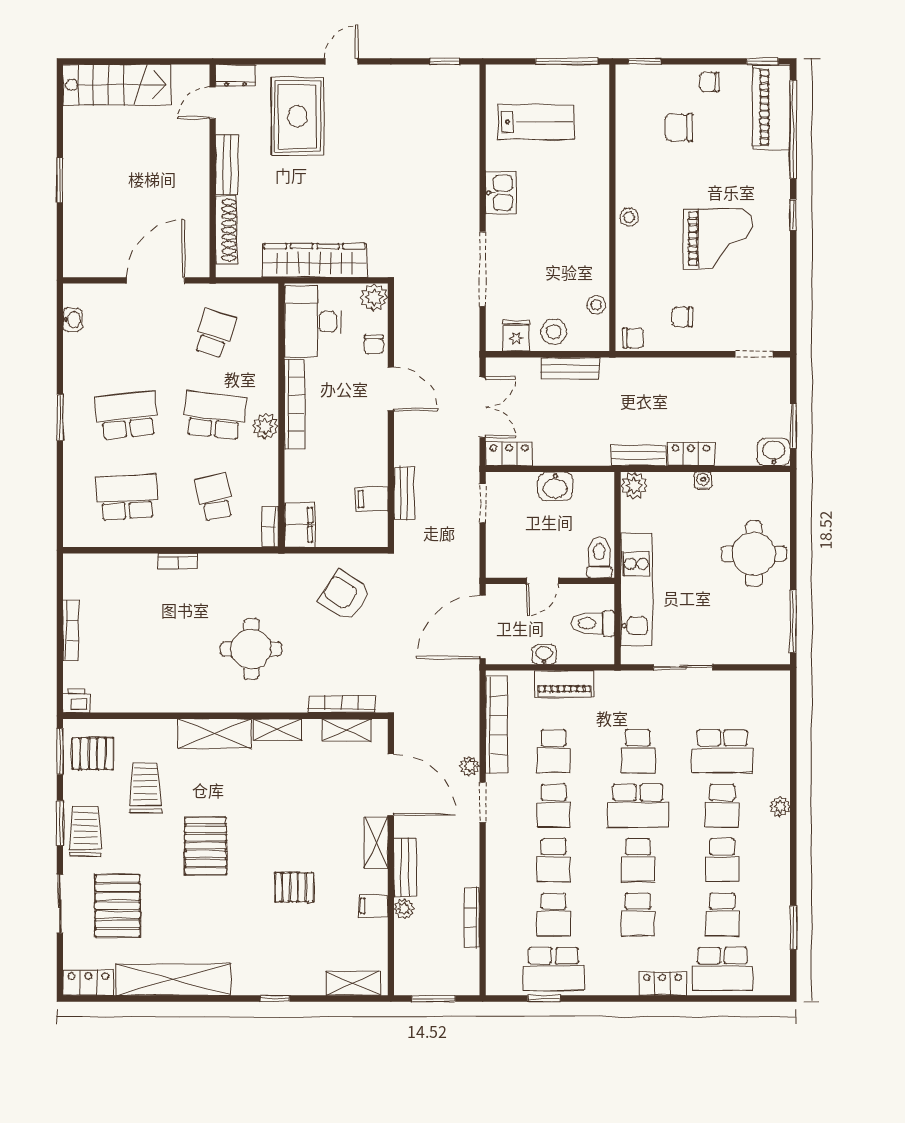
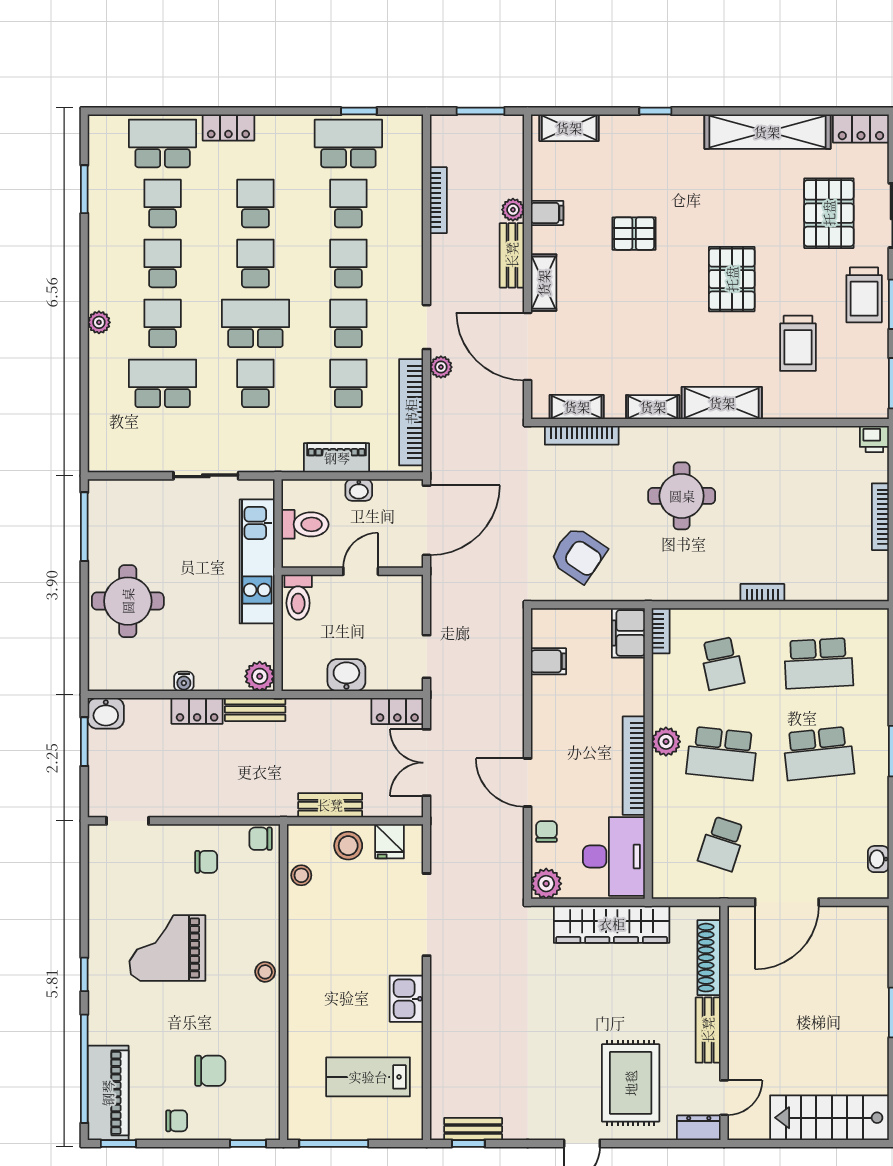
bench: (404, 493) -> (473, 1129), moved, turned 90
pallet: (93, 754) -> (856, 381), removed

